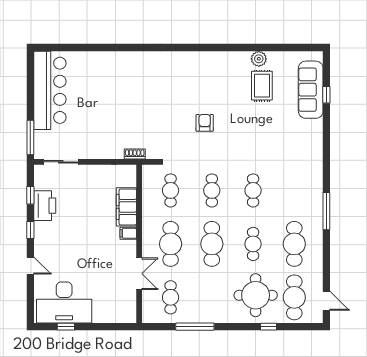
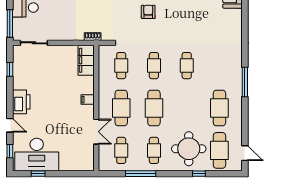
printer: (45, 206) -> (21, 102), moved
filing cabinet: (126, 207) -> (86, 60), moved
window: (30, 230) -> (10, 151), moved
cafe table: (253, 244) -> (154, 150), moved

